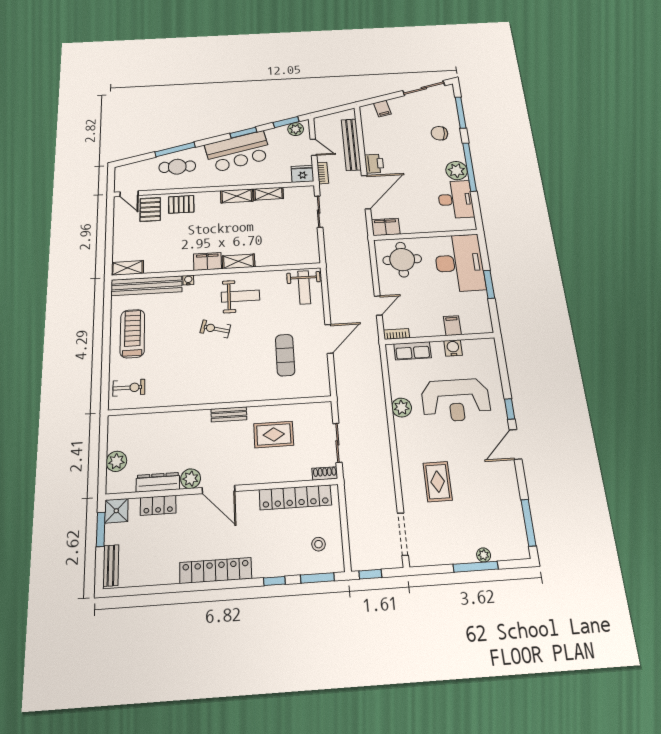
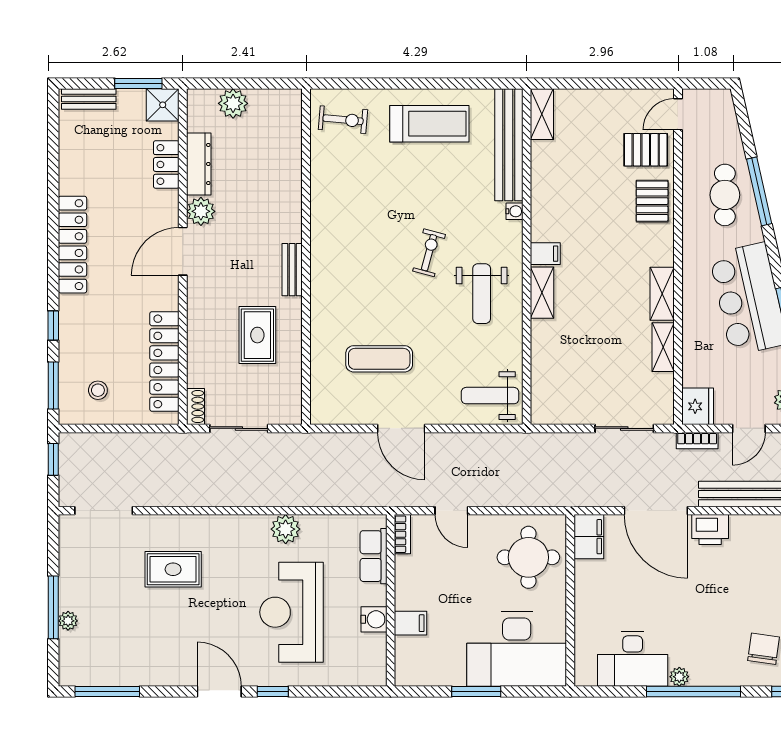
plant: (457, 171) -> (679, 677), width x0.53, depth x0.53
filing cabinet: (207, 261) -> (545, 254), width x0.50
exercise bike: (129, 388) -> (343, 120), turned -85

